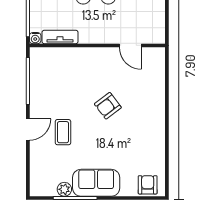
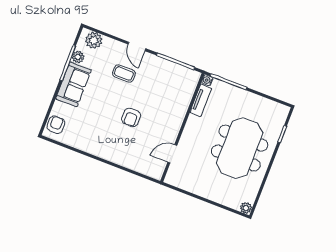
armchair: (108, 106) -> (131, 117), turned -143
plant: (39, 179) -> (94, 40), added
armchair: (148, 185) -> (56, 125), turned -90

